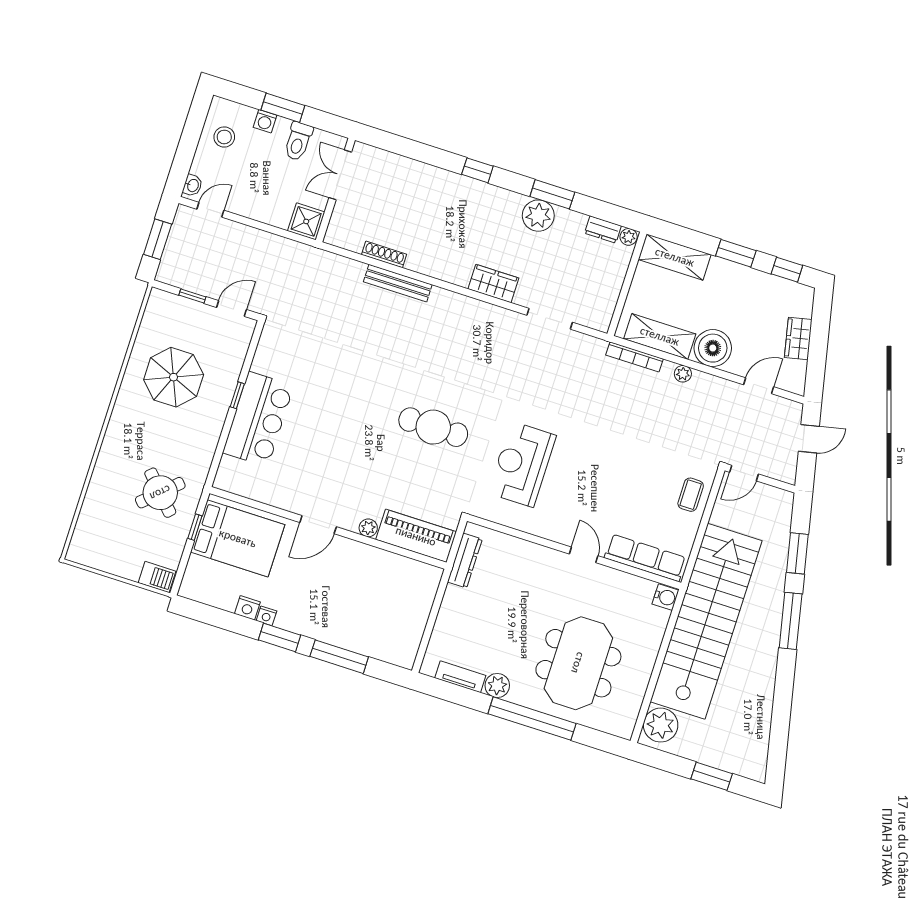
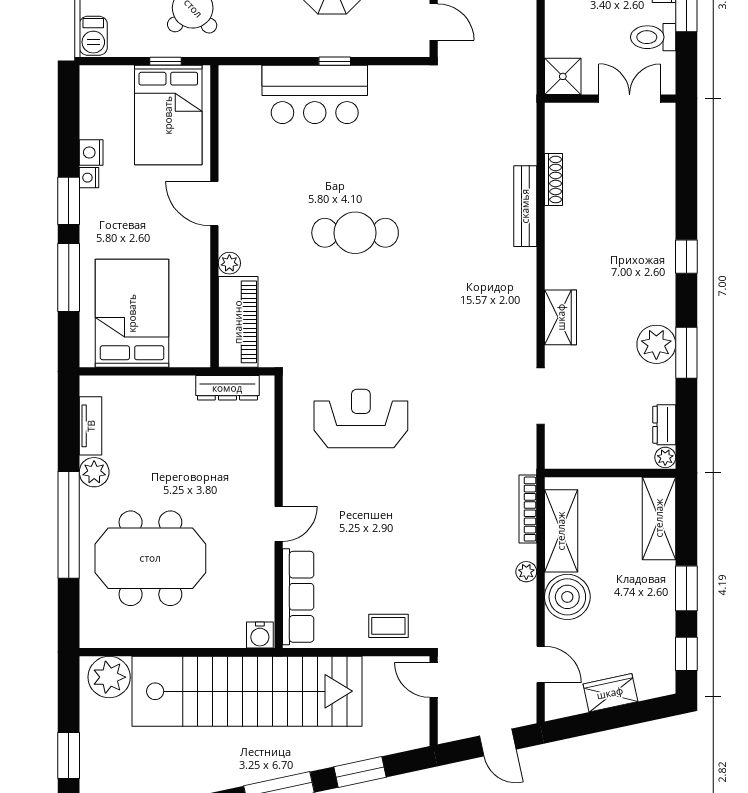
cafe table: (433, 427) -> (355, 233), moved, turned 90
bed: (383, 616) -> (132, 313), added

